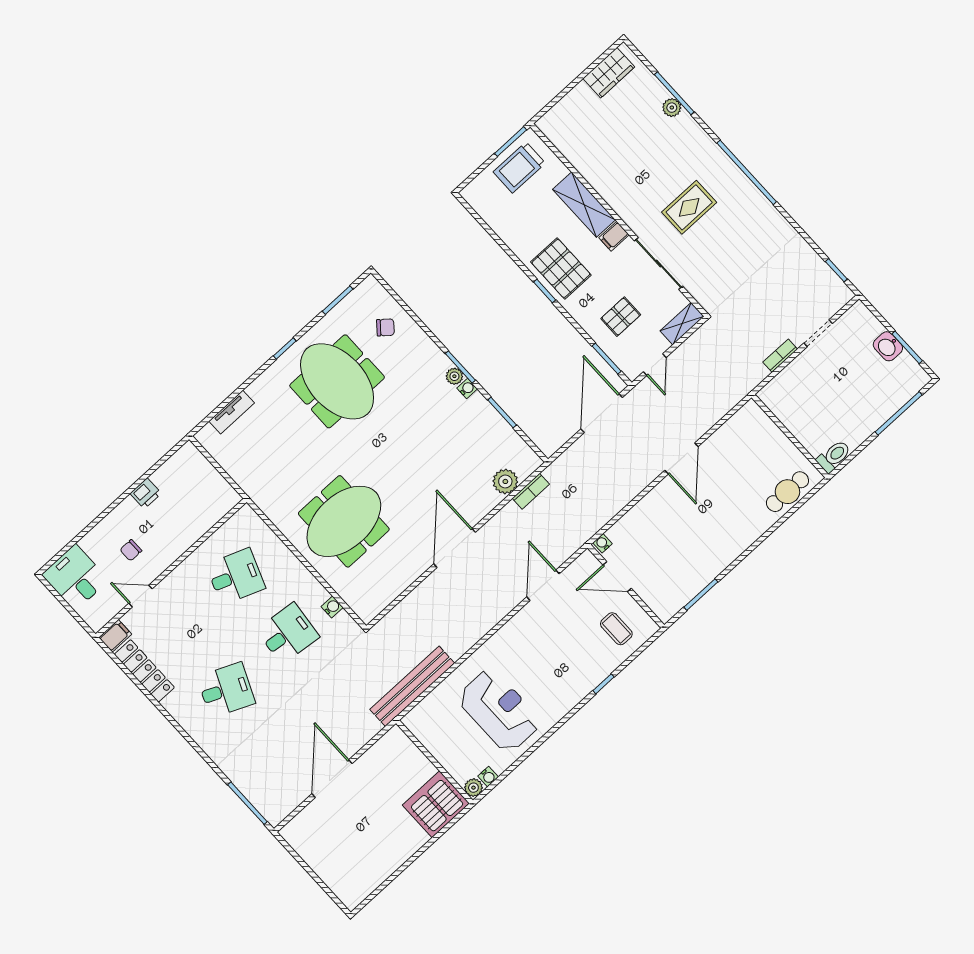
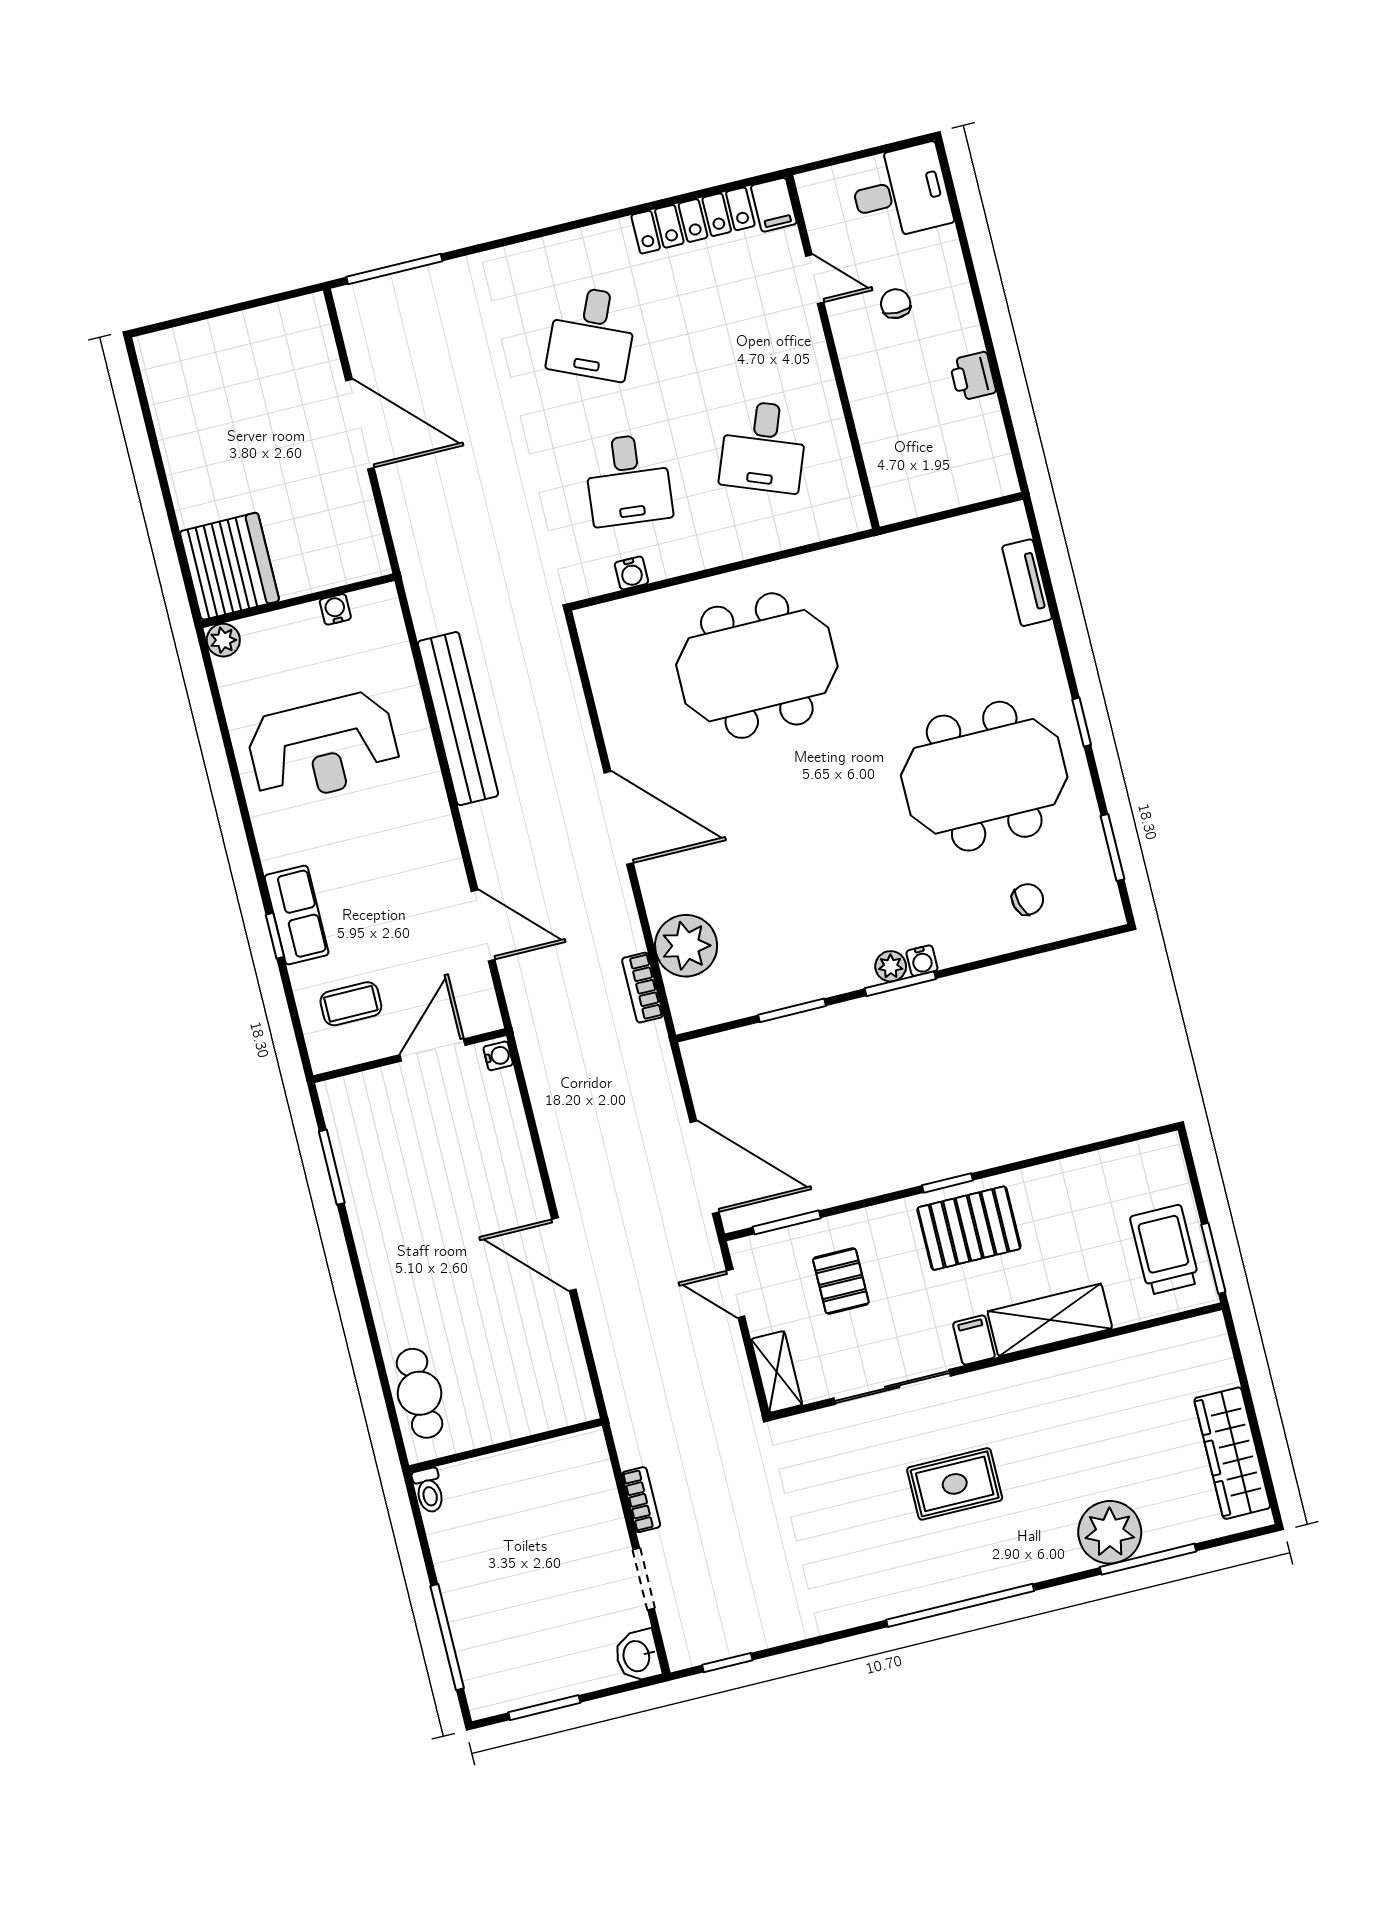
wardrobe: (609, 73) -> (1232, 1453), width x1.50
plant: (672, 108) -> (1110, 1532), width x1.87, depth x1.87
rug: (689, 207) -> (955, 1484), turned 90
chair: (385, 327) -> (1028, 899), turned -146
washbasin: (888, 346) -> (638, 1656), moved, turned -90
water cooler: (467, 388) -> (922, 961), moved
toilet: (834, 456) -> (429, 1490), width x0.73, depth x0.72
plant: (505, 481) -> (686, 946), width x1.36, depth x1.36
meeting table: (344, 521) -> (757, 666), turned 90
door: (140, 596) -> (815, 279), hinge flipped
row of seats: (588, 679) -> (297, 915), added
bench: (412, 686) -> (458, 719), moved
water cooler: (488, 777) -> (335, 609), moved, turned 90

